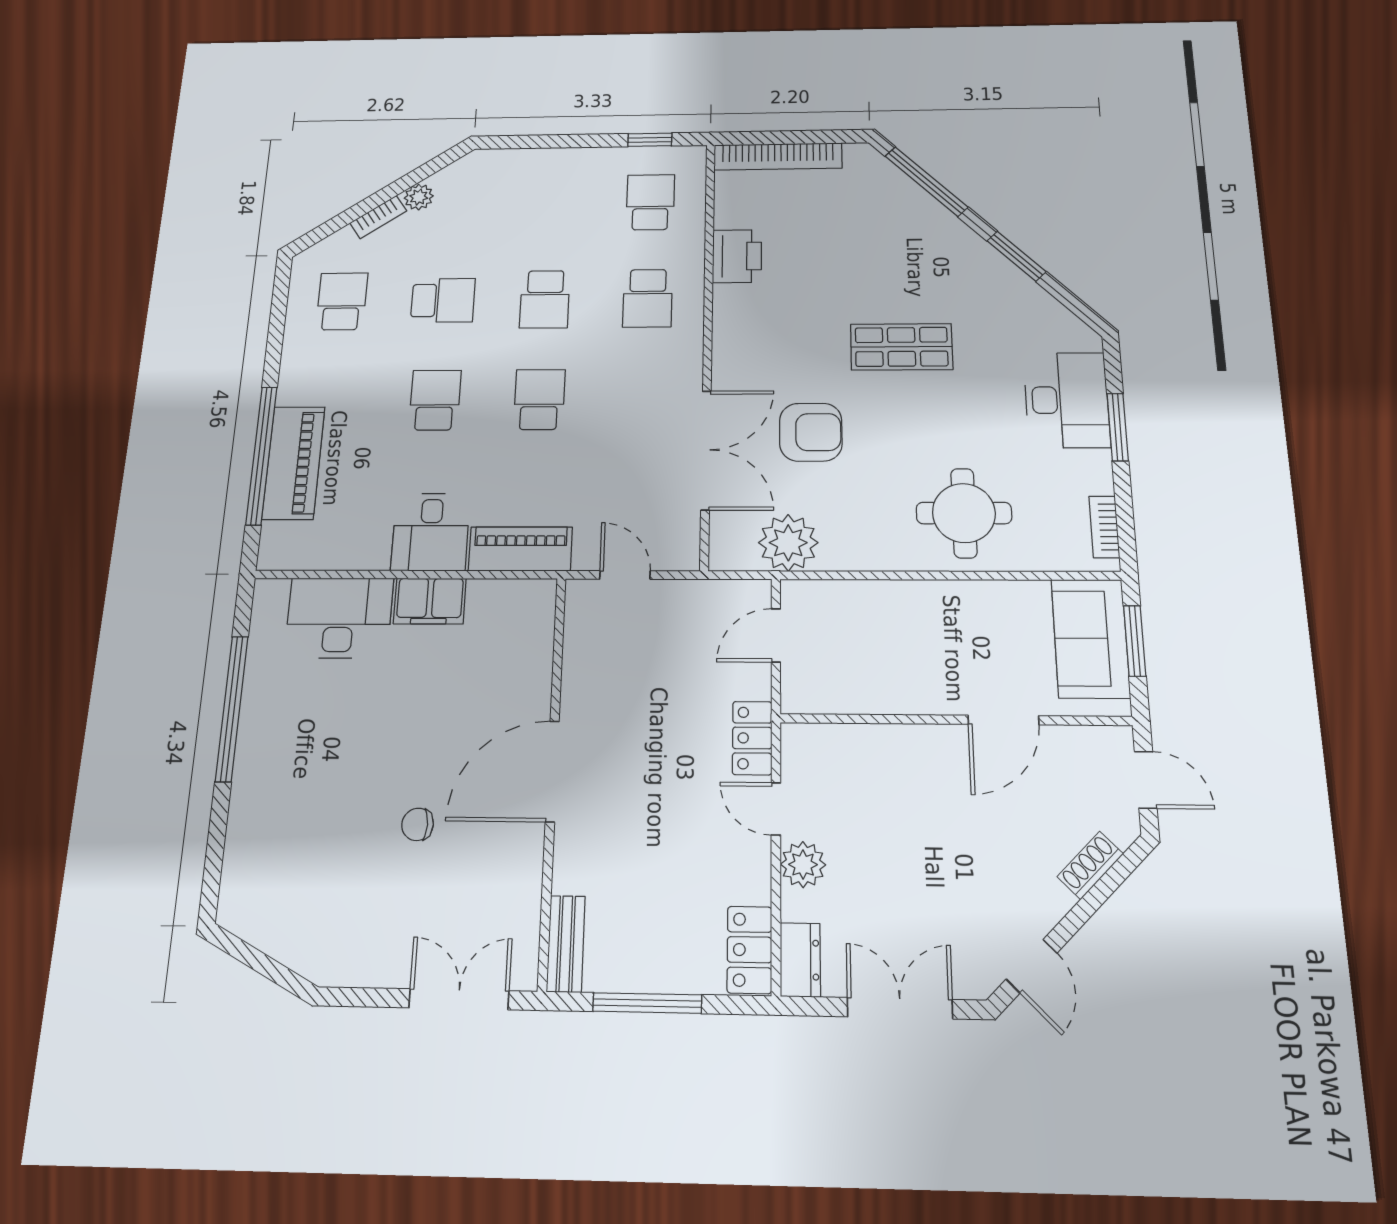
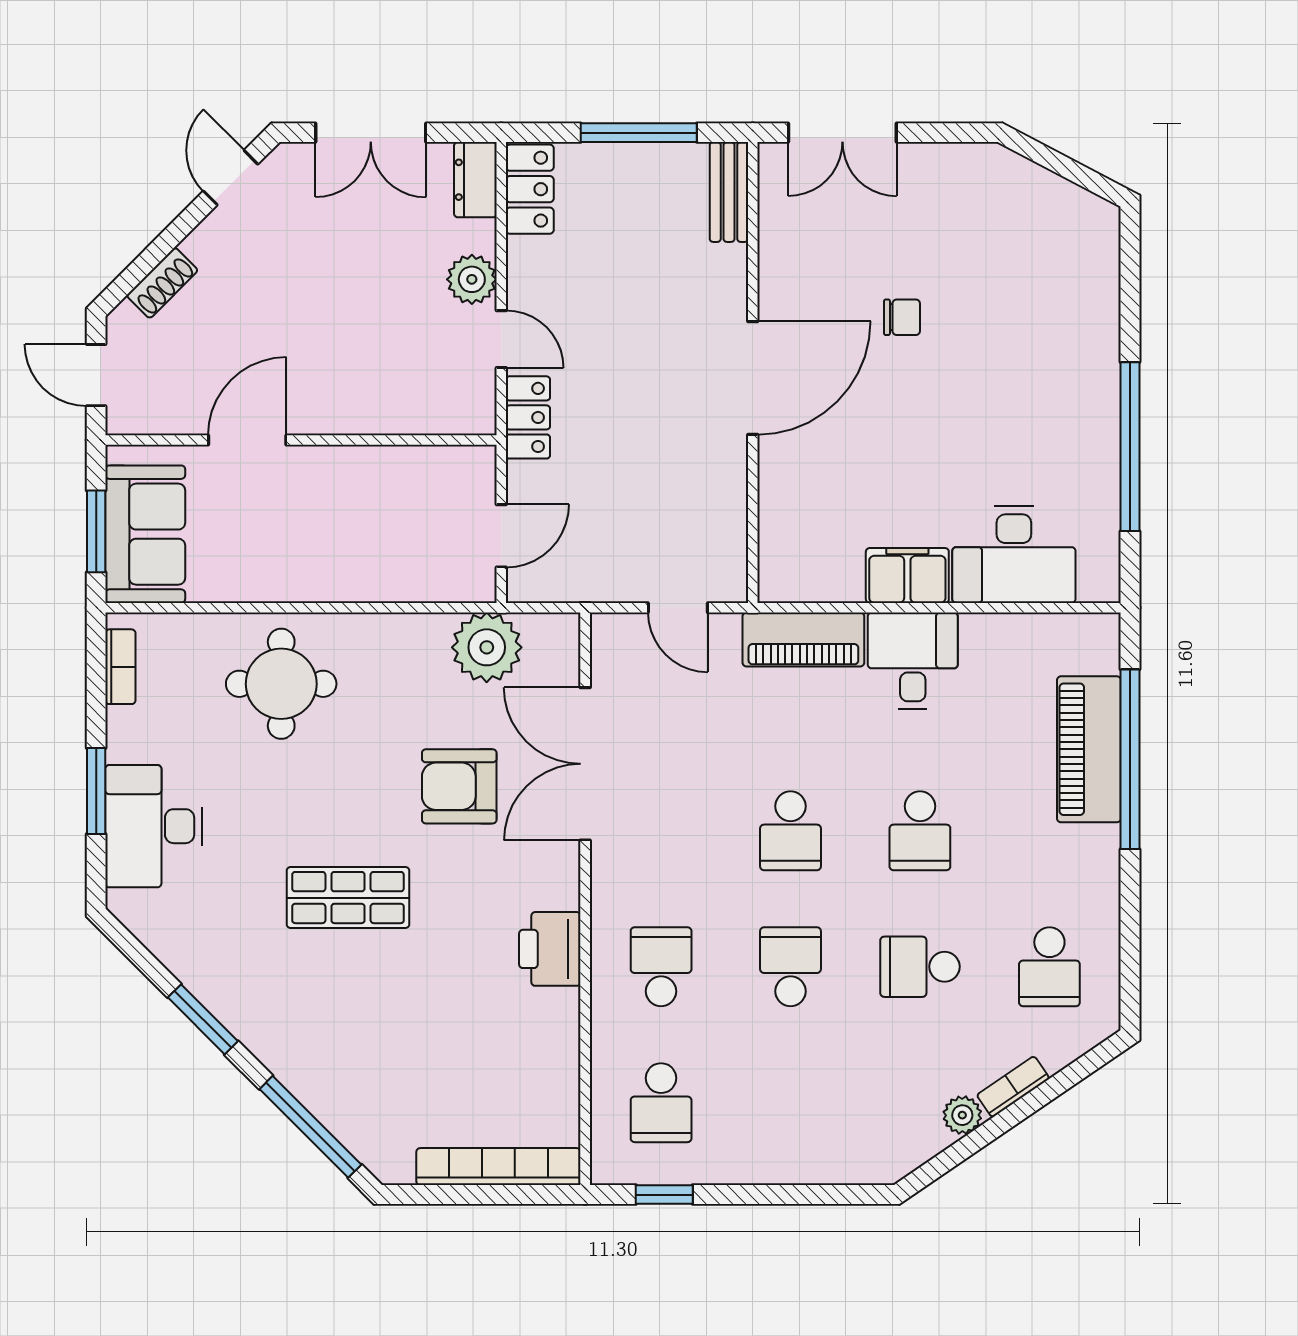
printer: (737, 256) -> (550, 949), moved

